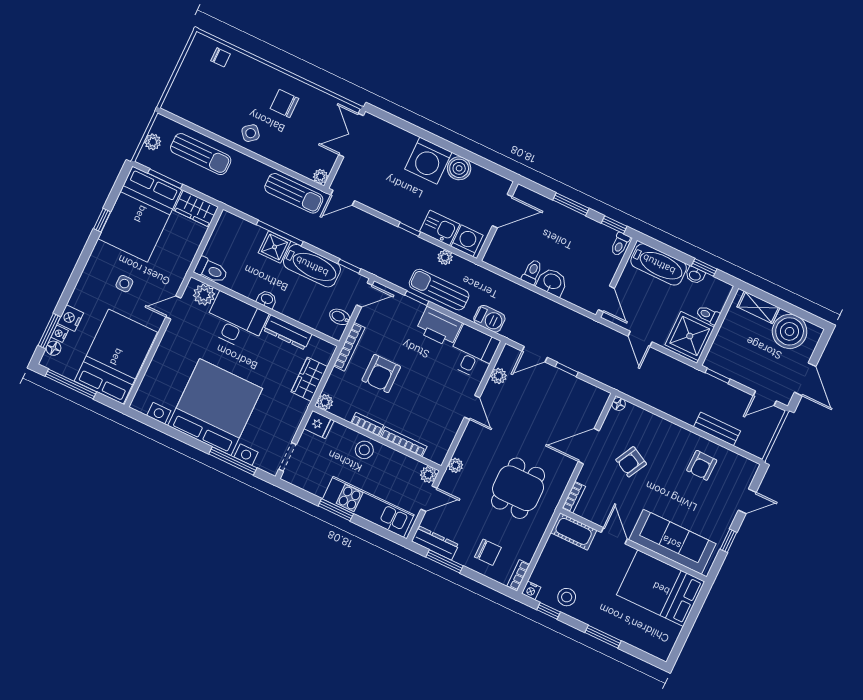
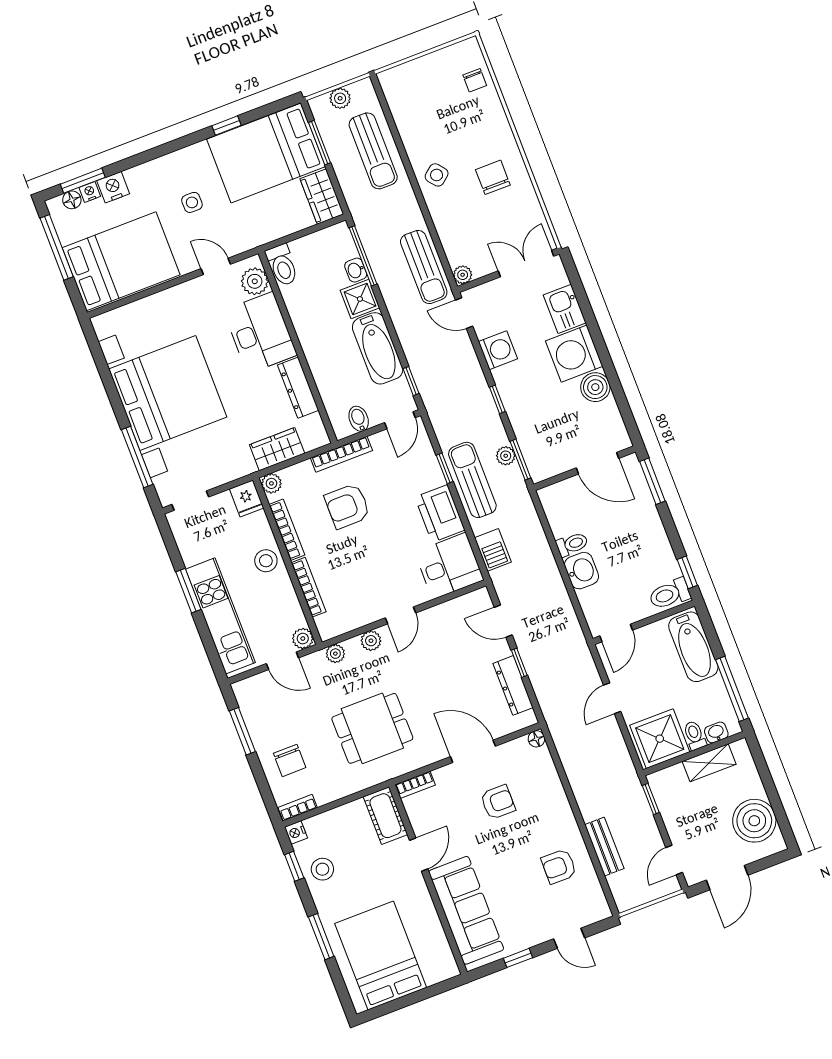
window: (571, 204) -> (652, 481), moved
kitchen sink: (440, 228) -> (565, 309), moved, turned 180
window: (280, 233) -> (363, 256), moved
washing machine: (467, 241) -> (498, 350), moved
toilet: (620, 244) -> (670, 594), width x1.37, depth x1.39
window: (456, 251) -> (520, 460), added
window: (704, 267) -> (732, 689), width x2.17
washbasin: (695, 275) -> (716, 732), moved, turned 90
door: (364, 295) -> (400, 420), hinge flipped
washbasin: (267, 299) -> (356, 270), moved, turned 180
shelving: (758, 307) -> (709, 763), moved, turned 90
plant: (499, 376) -> (371, 641), moved
door: (765, 398) -> (674, 860), hinge flipped
bookcase: (367, 424) -> (287, 530), width x1.56
armchair: (631, 462) -> (498, 802), turned 152
dresser: (435, 543) -> (513, 685), moved, turned 180
bed: (661, 588) -> (381, 956), moved

